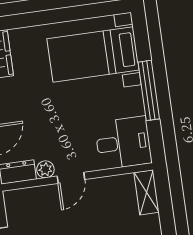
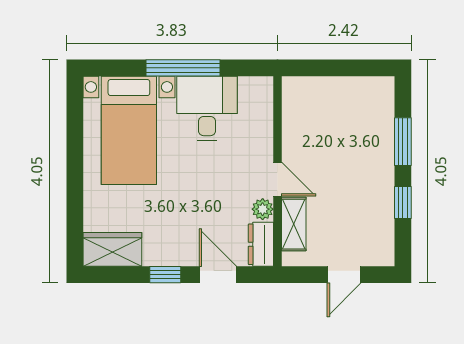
desk: (123, 143) -> (207, 109), moved
shelving: (147, 192) -> (294, 224), moved, turned 90

